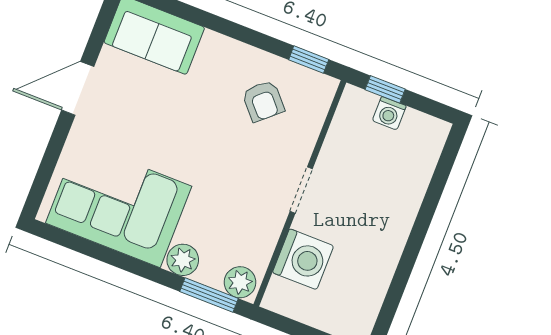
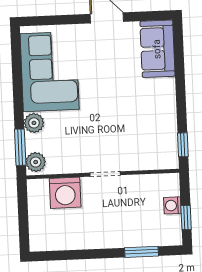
window: (385, 89) -> (186, 218), moved
armchair: (263, 101) -> (147, 129), removed
window: (436, 187) -> (141, 252), added

